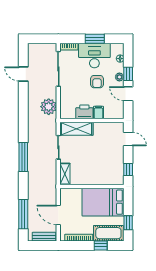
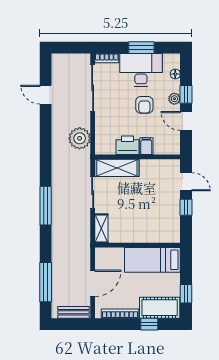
window: (128, 170) -> (186, 207), moved
bed: (103, 202) -> (152, 260), width x0.67
door: (58, 215) -> (93, 283), swing flipped

